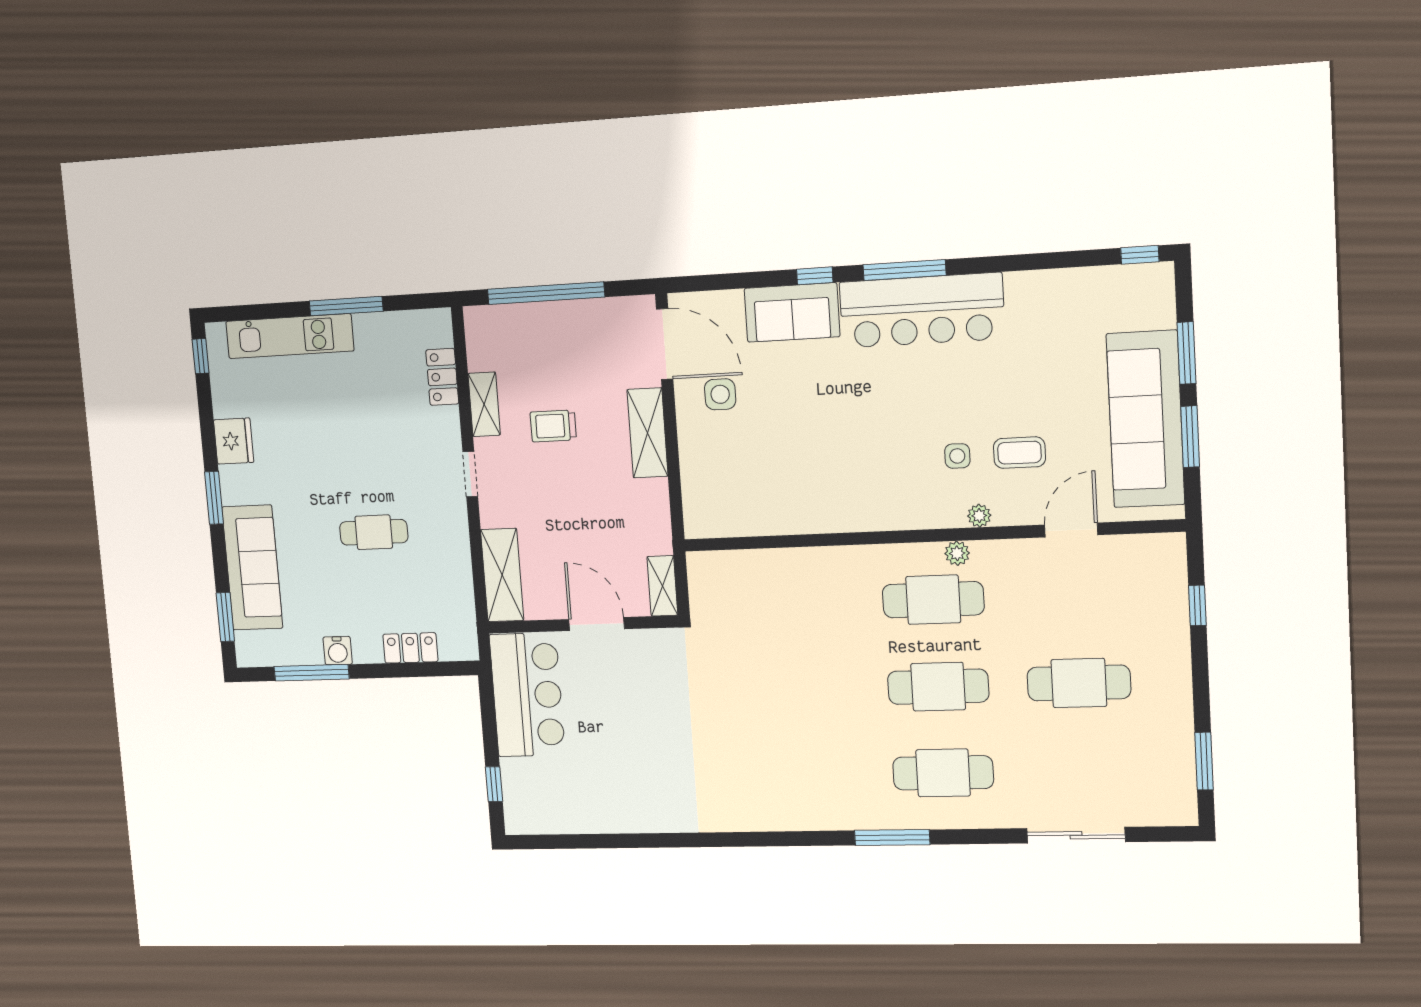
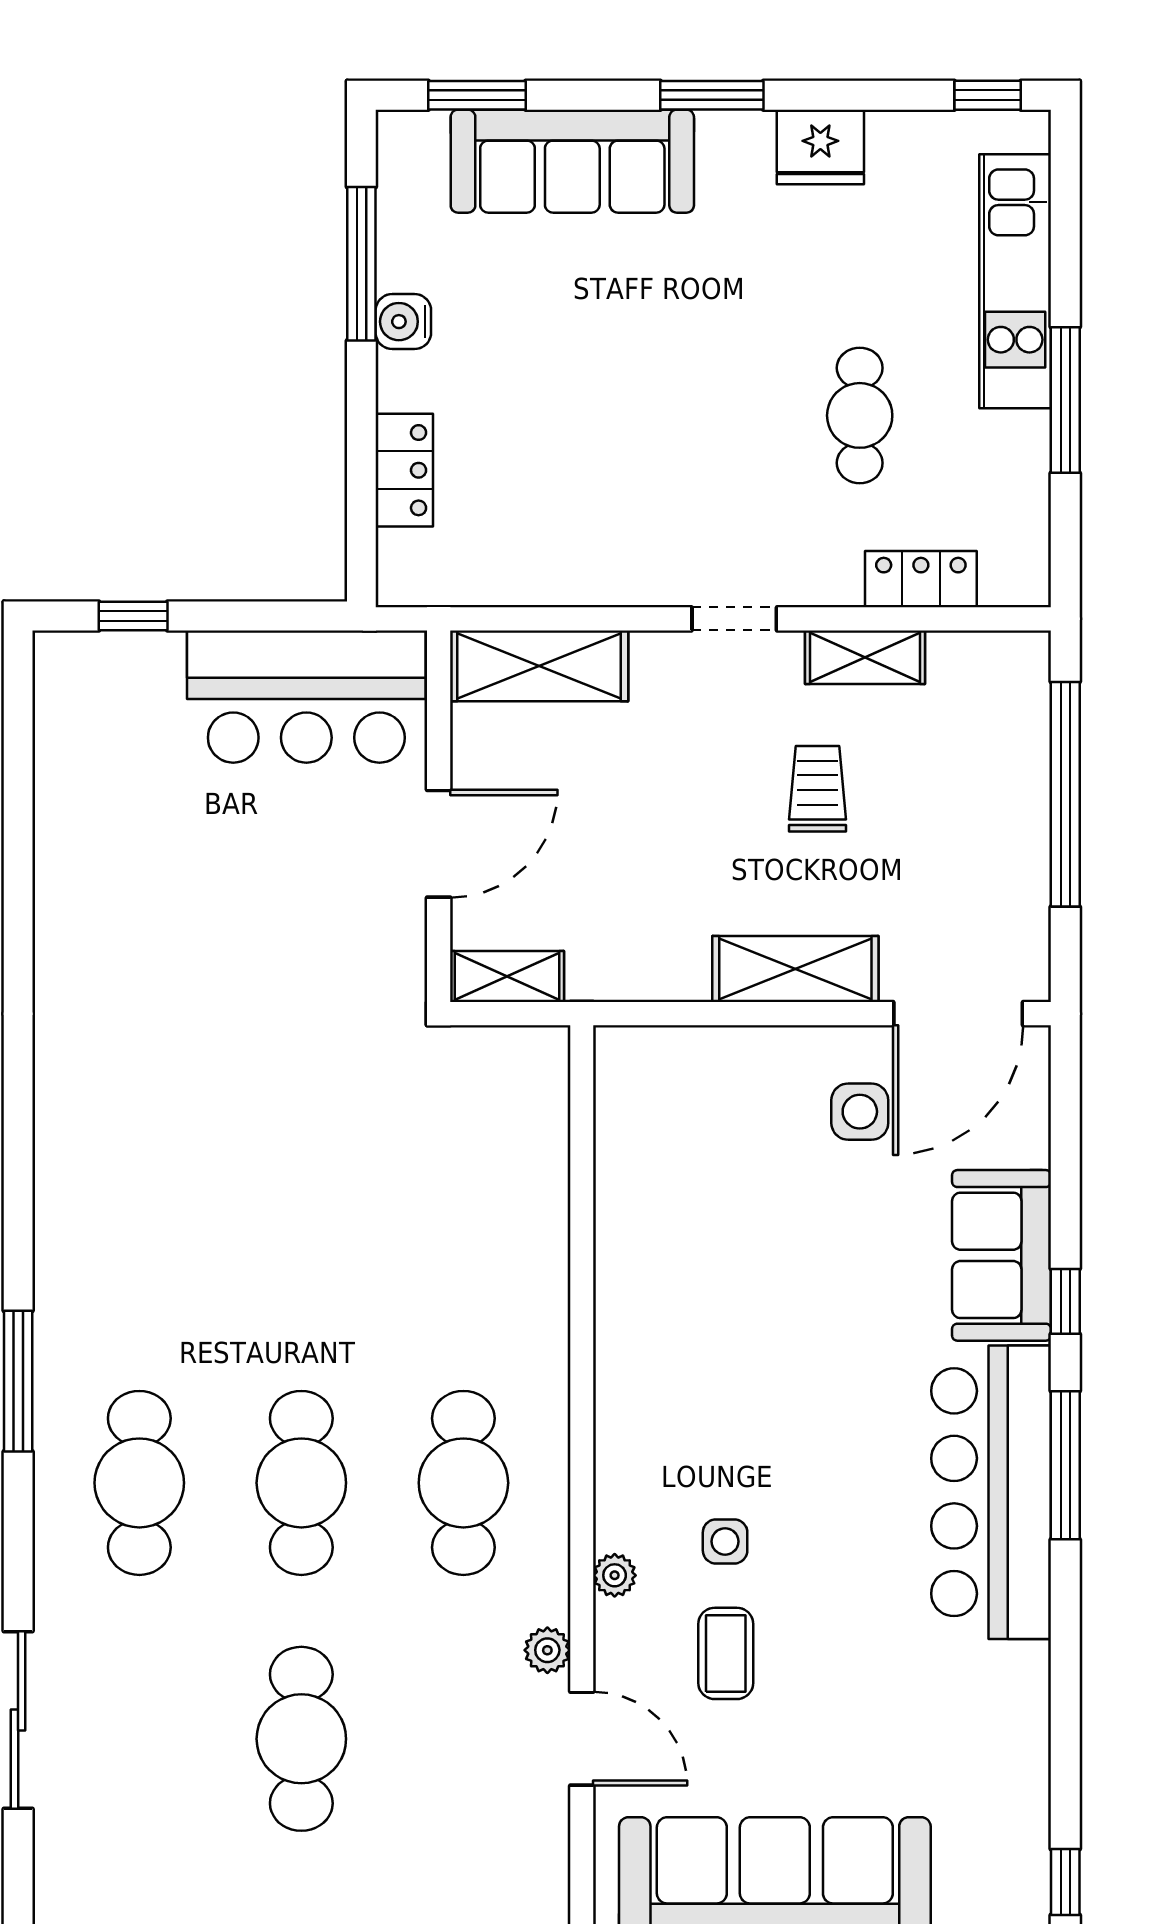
cafe table: (374, 532) -> (860, 415), moved
plant: (957, 553) -> (547, 1650), moved

